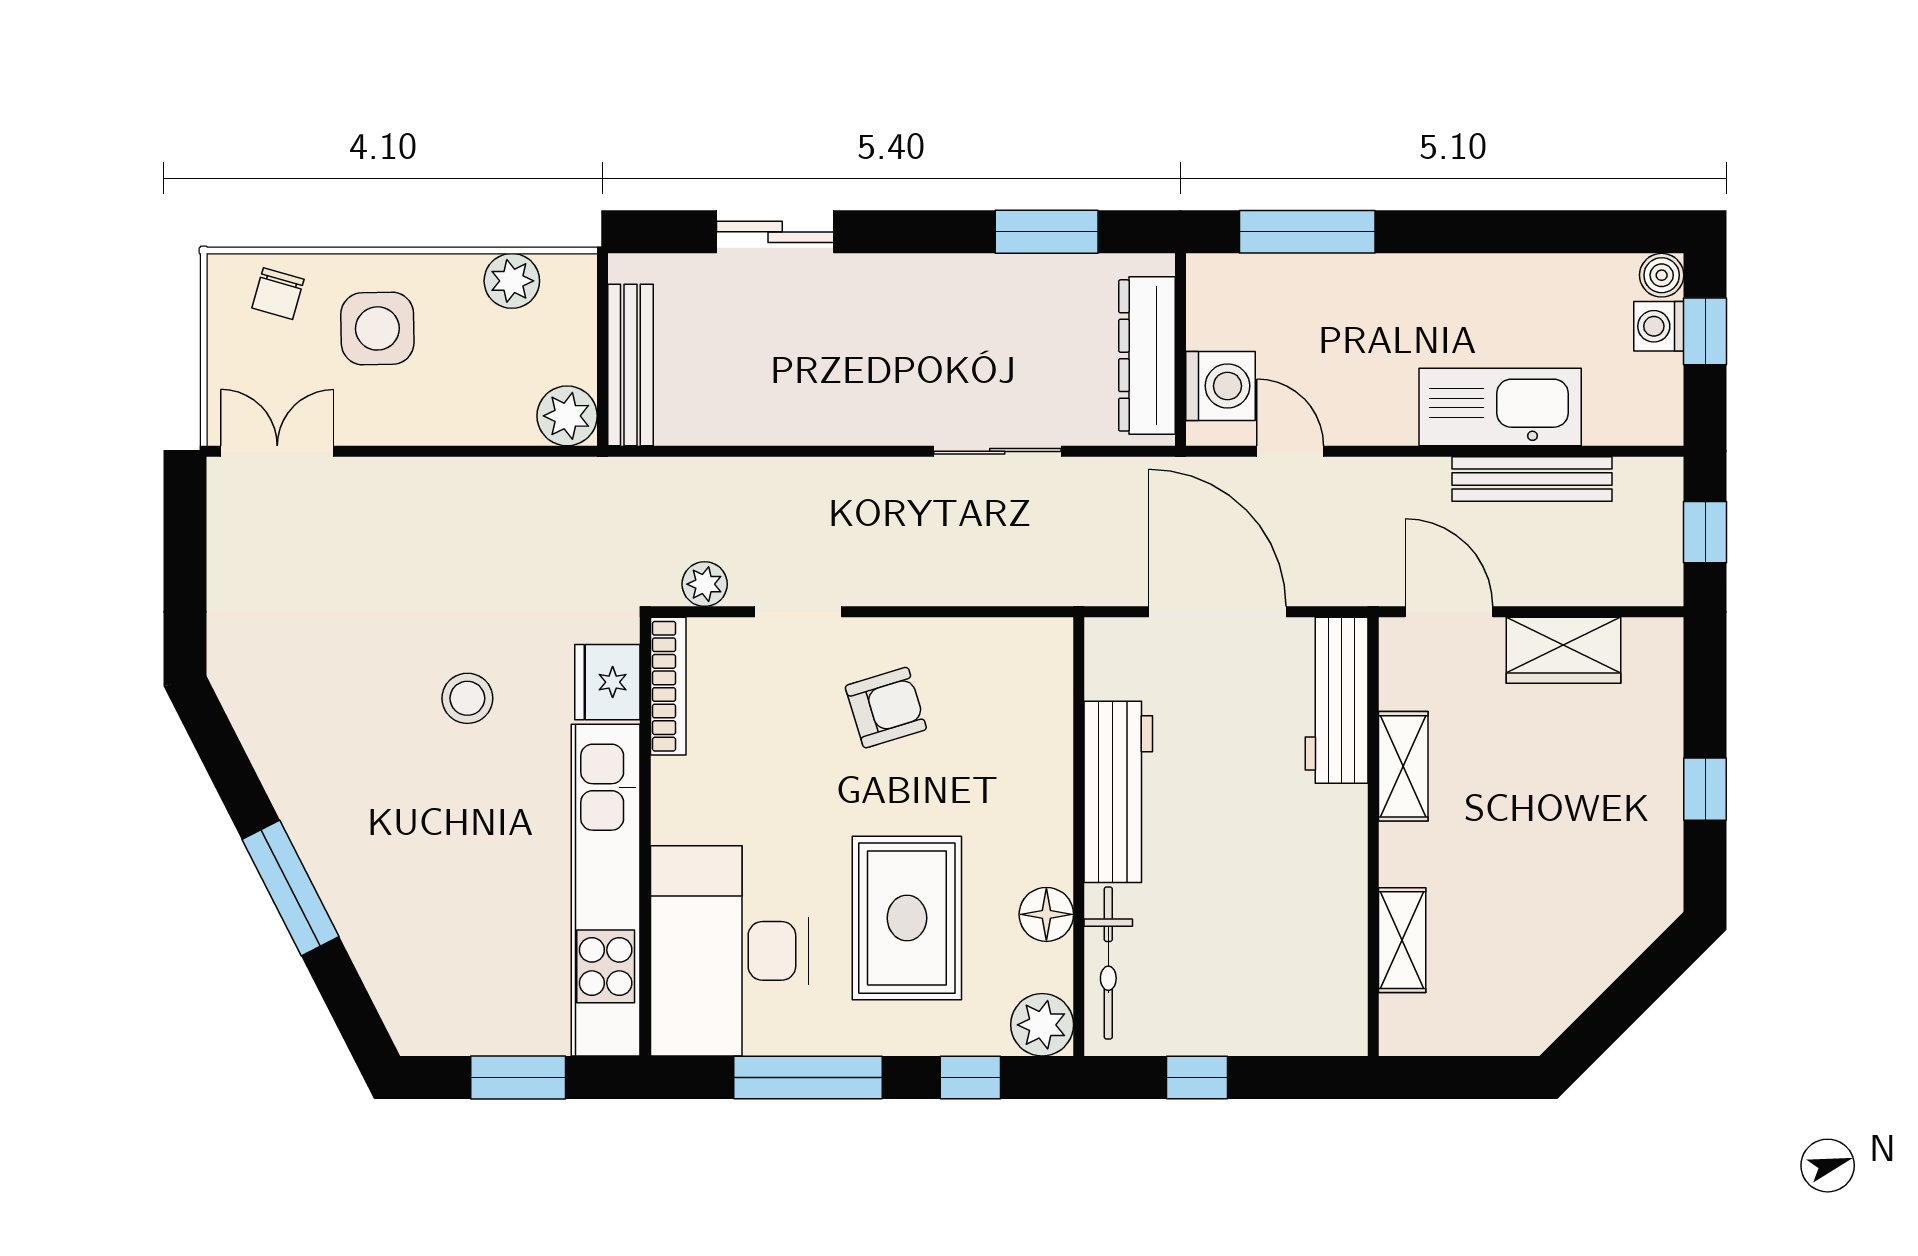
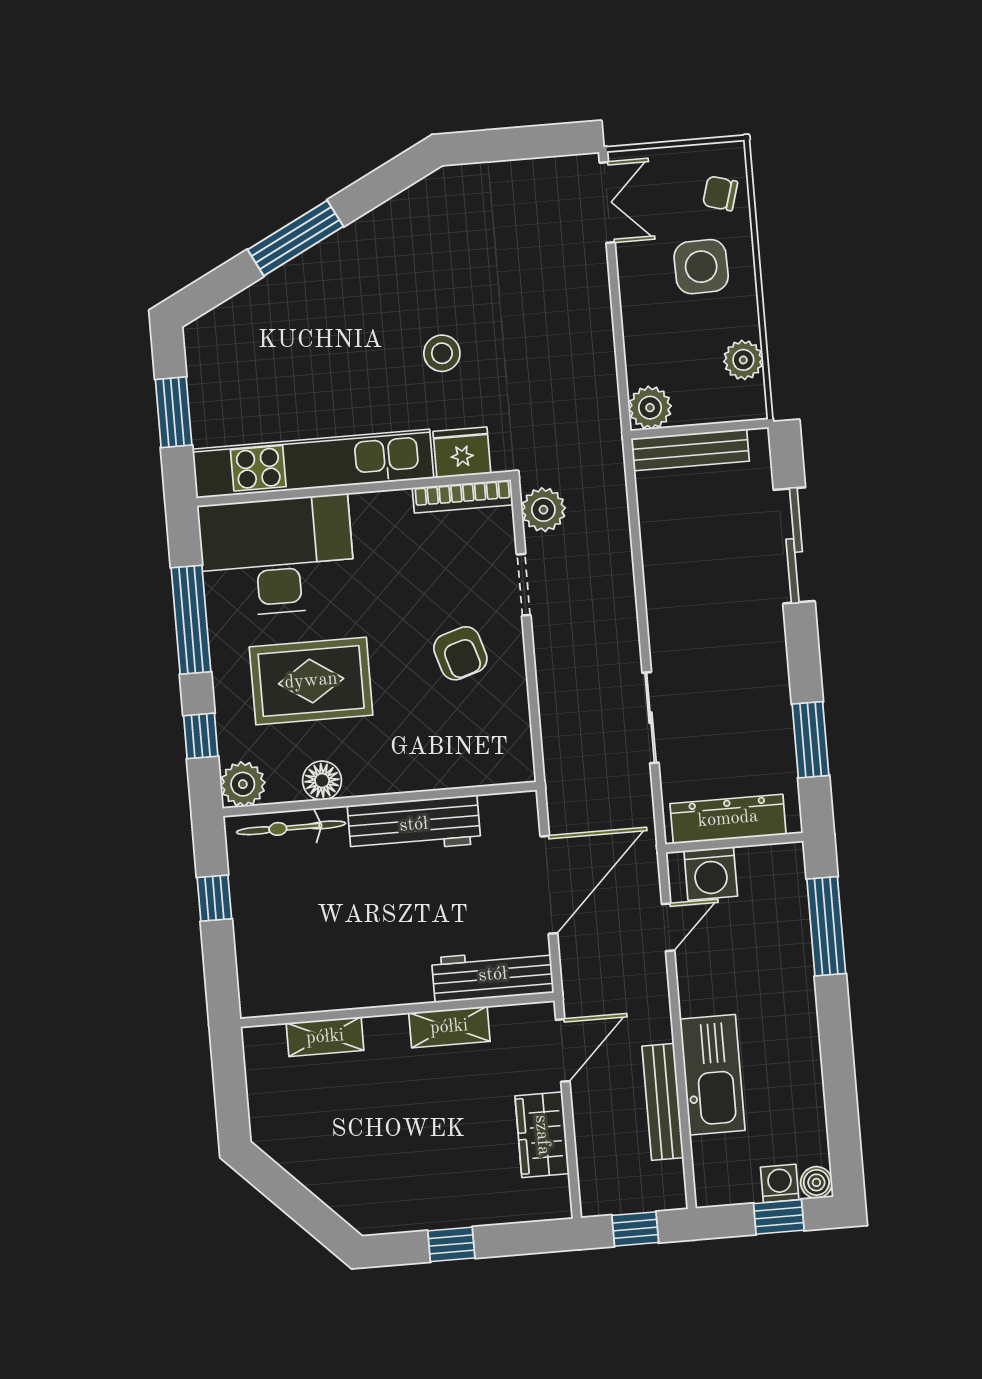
sliding door: (775, 232) -> (794, 545), width x1.37
plant: (705, 584) -> (543, 510), width x1.38, depth x1.38

